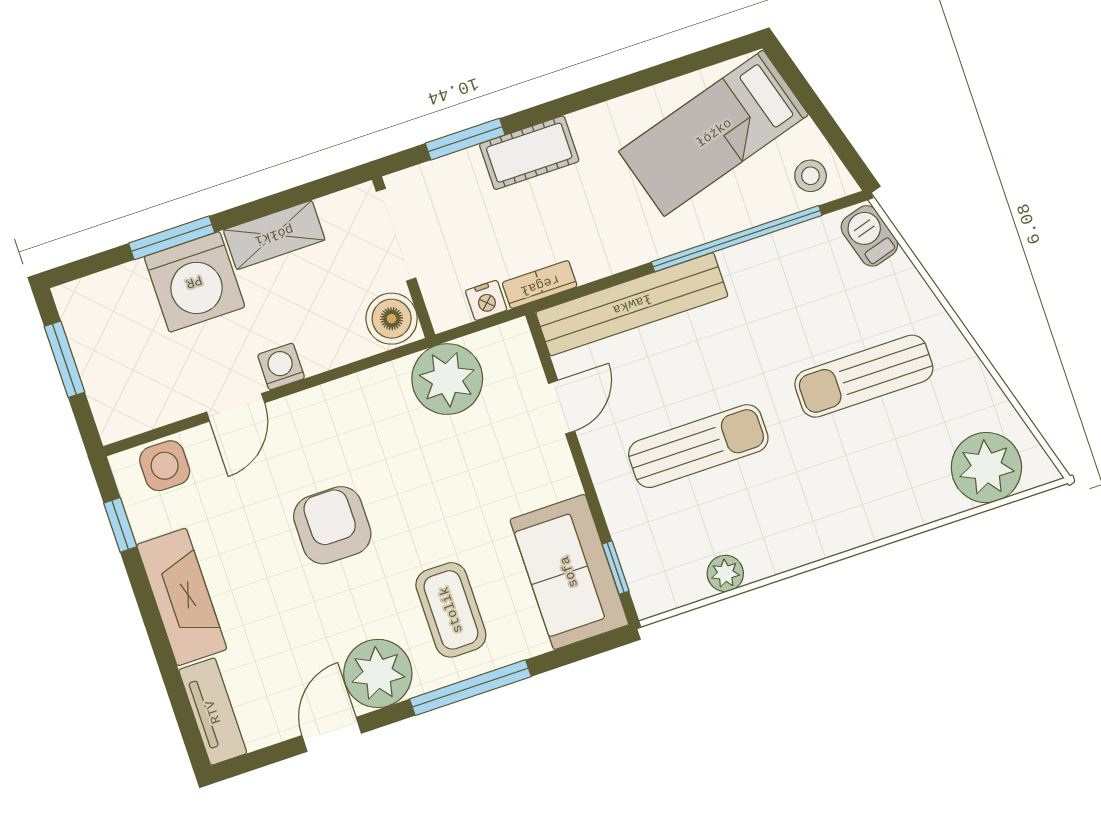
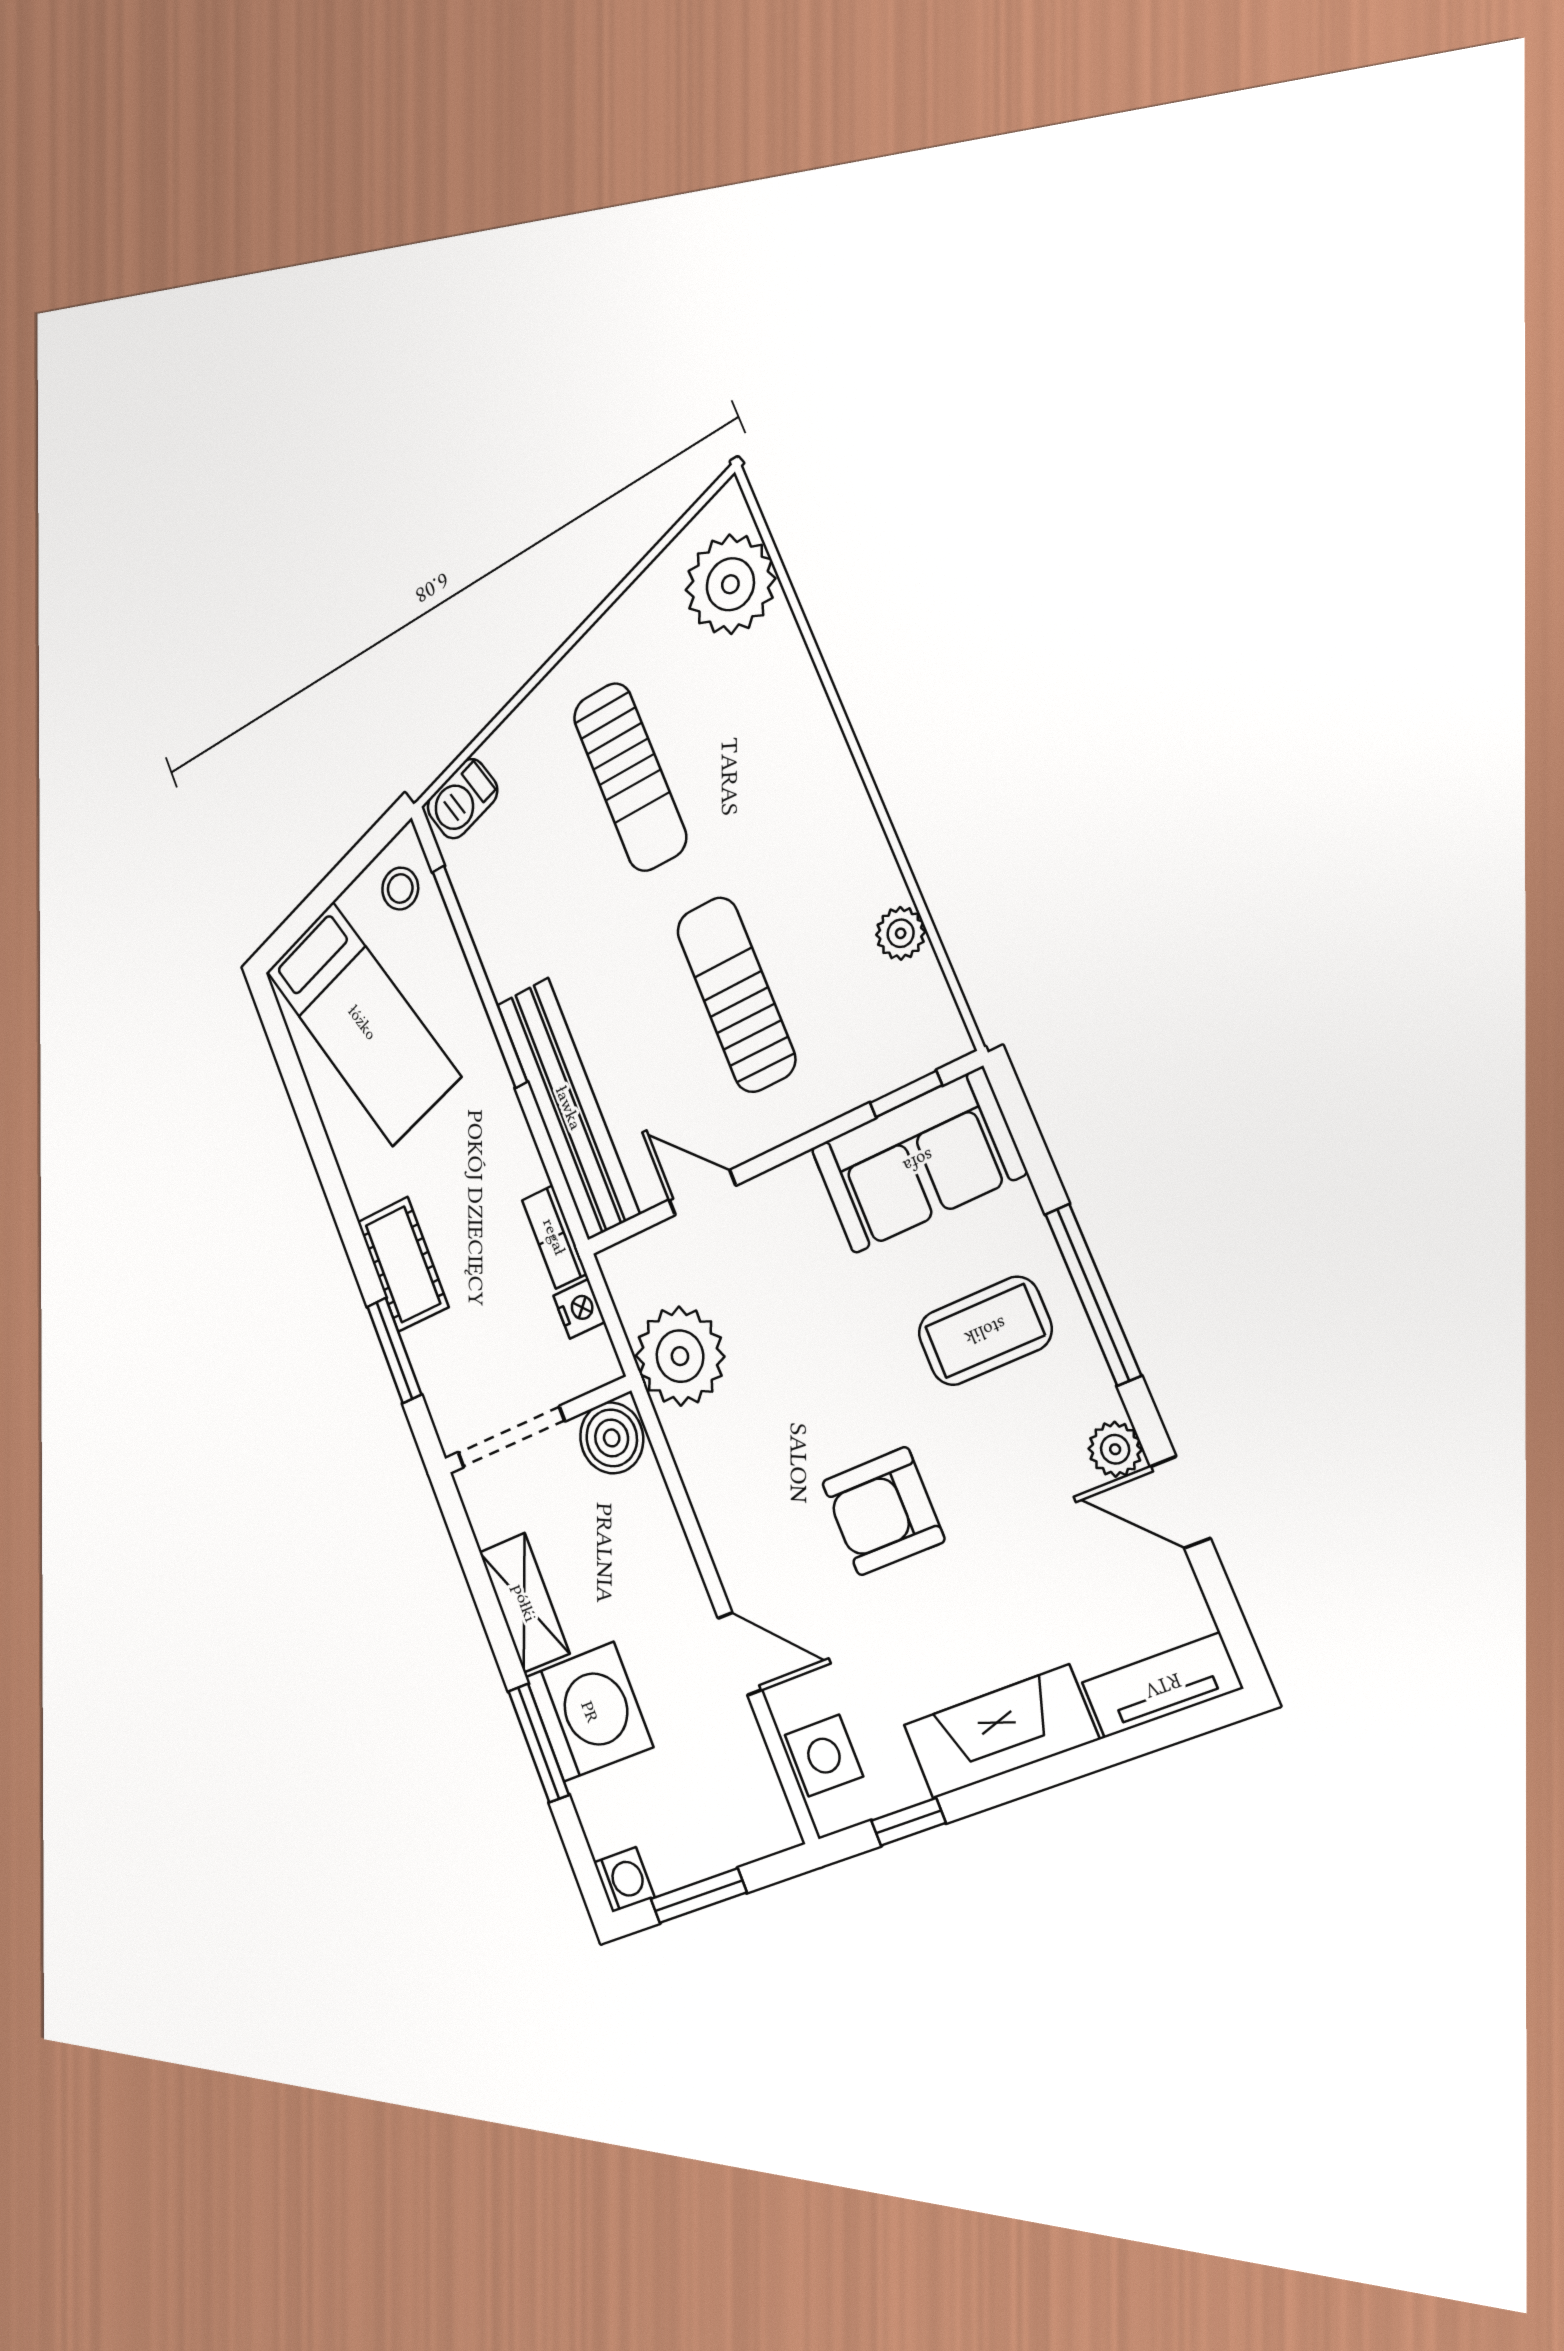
washing machine: (281, 366) -> (624, 1880), moved, turned 180
plant: (378, 673) -> (1115, 1449), width x0.53, depth x0.53

